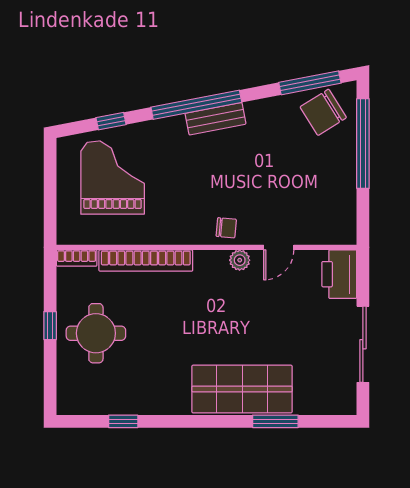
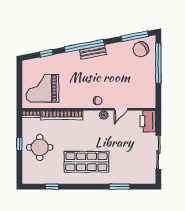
grand piano: (113, 178) -> (42, 88), moved, turned -90
shop shelf: (242, 389) -> (86, 162), moved

